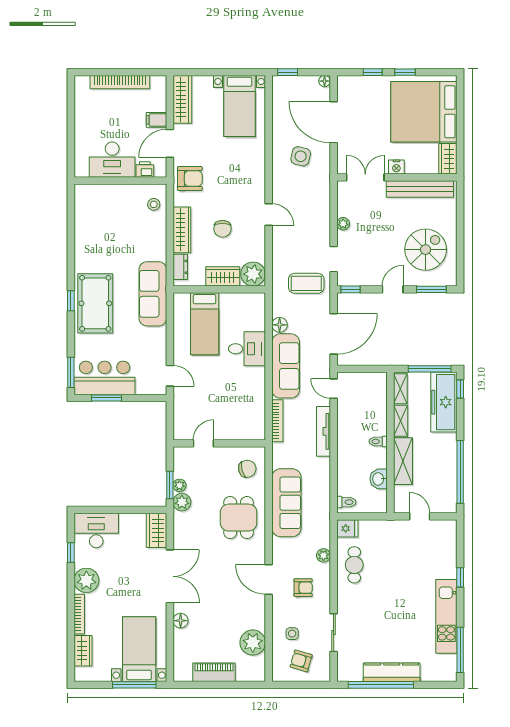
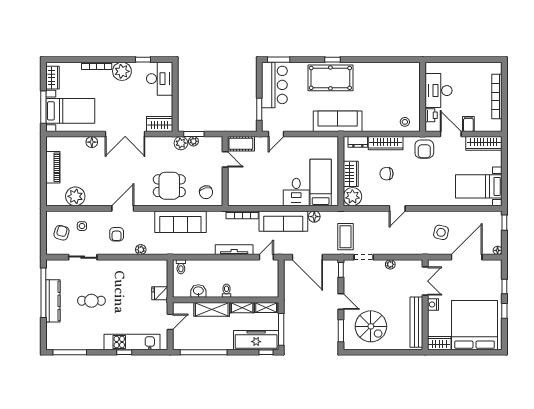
bed: (205, 324) -> (321, 183), moved, turned 90
window: (106, 398) -> (259, 109), moved
cot: (183, 422) -> (241, 144), added
fridge: (347, 528) -> (160, 293), moved, turned 90
cafe table: (354, 565) -> (91, 301), moved
kitchen unit: (446, 616) -> (132, 342), moved
wardrobe: (83, 651) -> (52, 78), moved, turned -90

